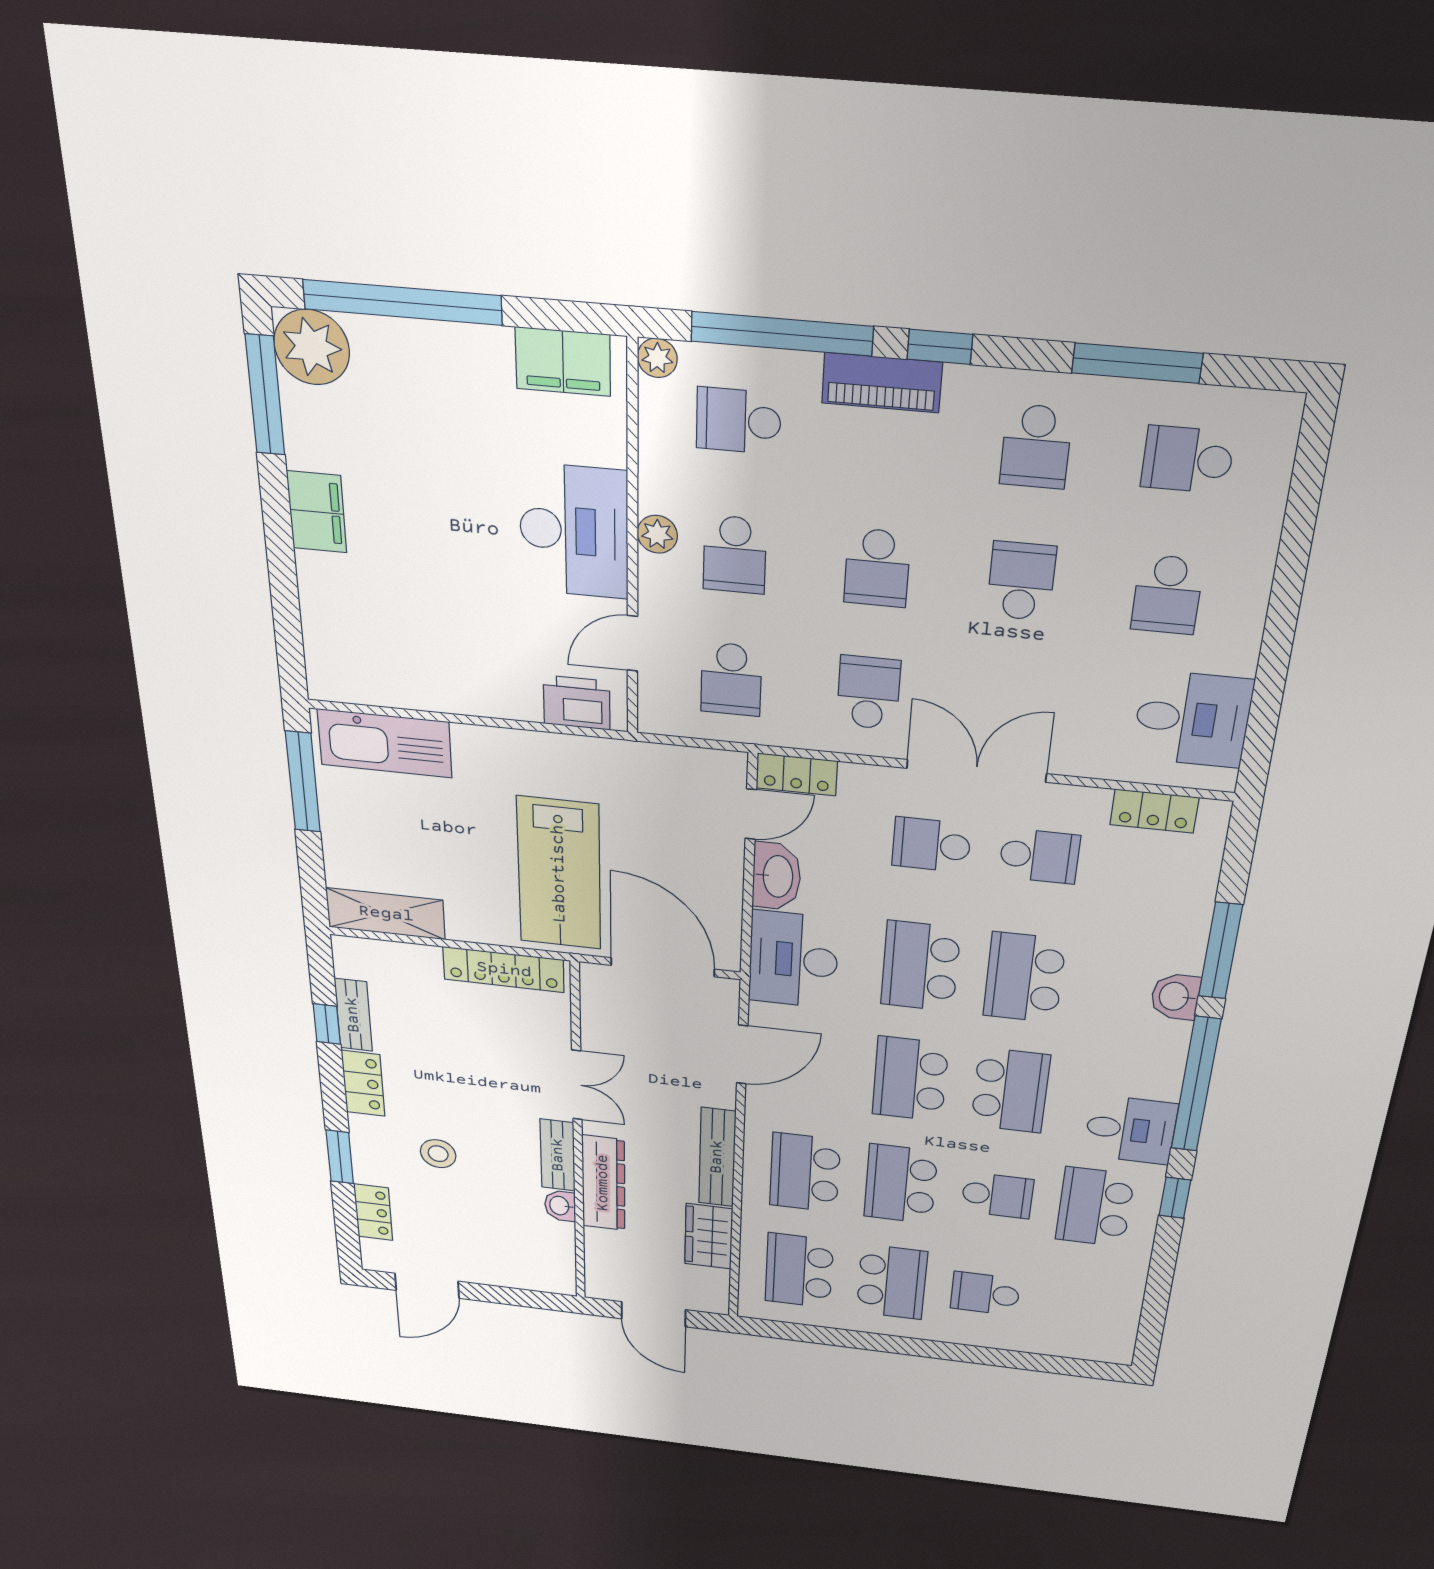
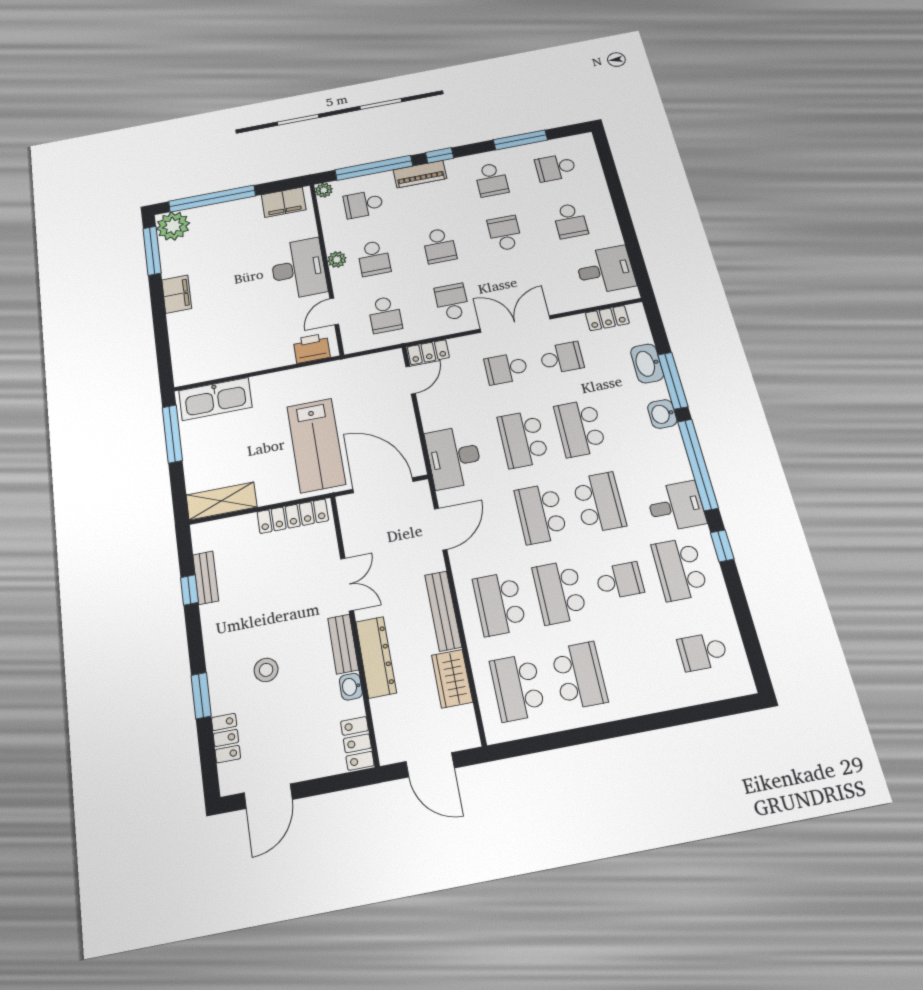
washbasin: (777, 876) -> (647, 363), moved, turned 180
locker: (363, 1083) -> (357, 743), moved, turned 180
school desk: (985, 1294) -> (703, 652), moved

